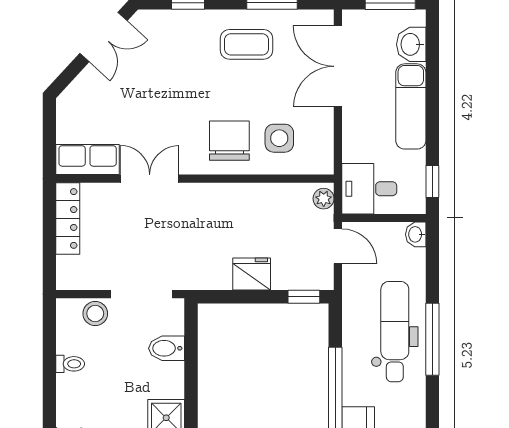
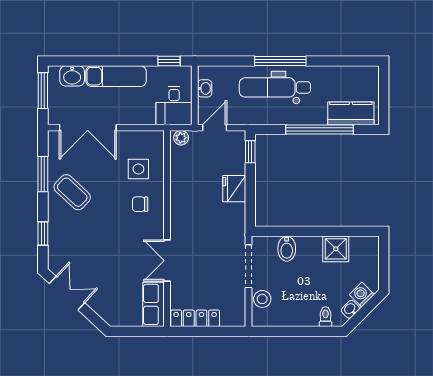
coffee table: (246, 44) -> (72, 192), turned -47
chair: (229, 141) -> (140, 204), width x0.54, depth x0.54
washbasin: (416, 234) -> (205, 88), moved, turned -90
toilet: (70, 364) -> (325, 317), moved

